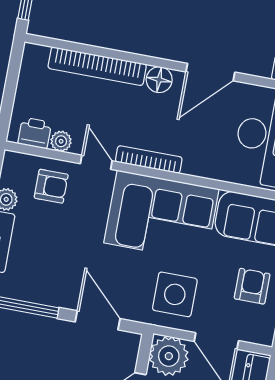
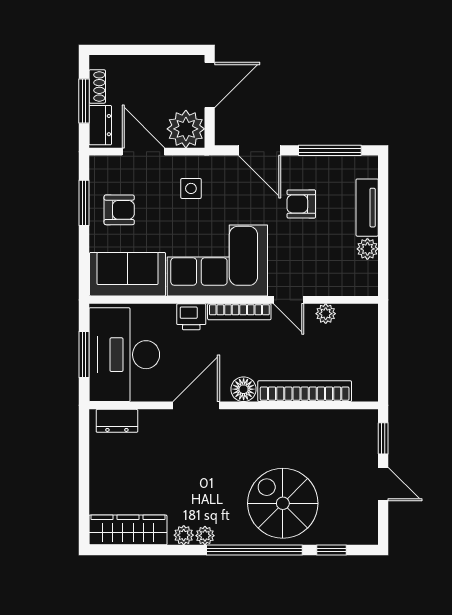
printer: (35, 133) -> (191, 317), moved
armchair: (51, 186) -> (301, 204), moved
armchair: (252, 286) -> (119, 210), turned -90
side table: (175, 294) -> (191, 188), width x0.54, depth x0.54

